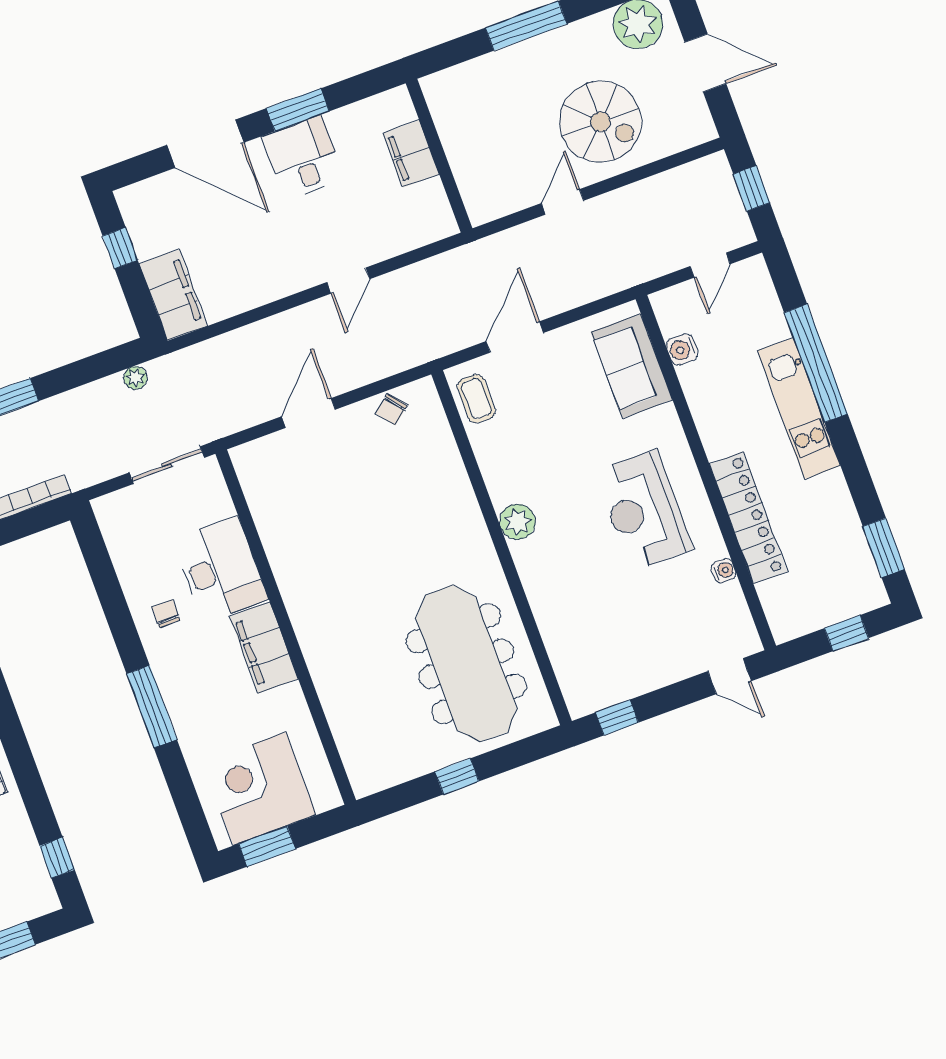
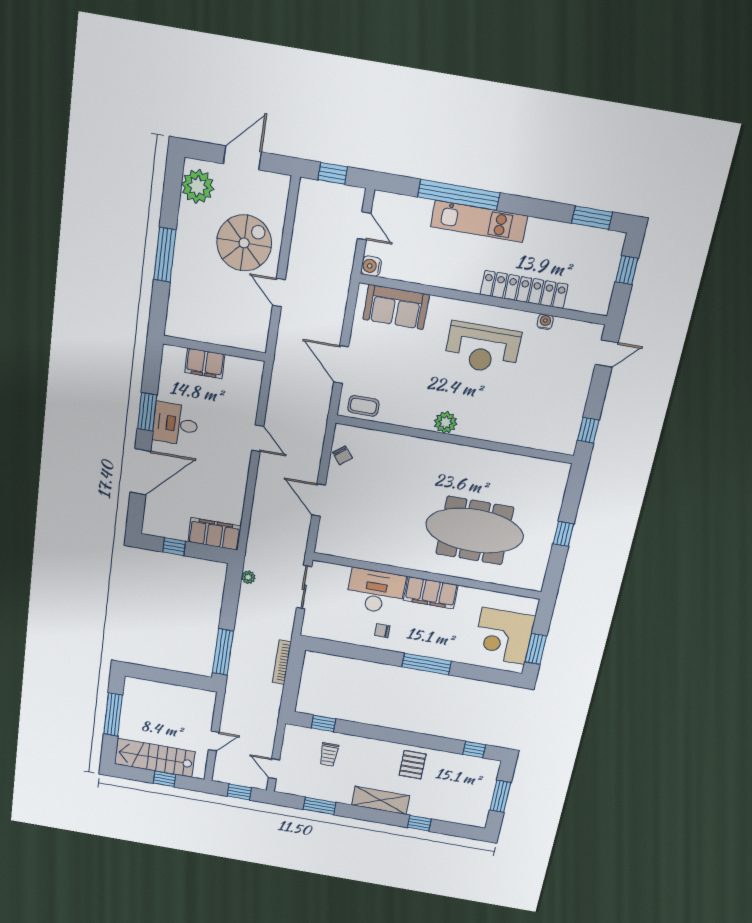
water cooler: (682, 349) -> (371, 266), moved, turned 90
meeting table: (466, 664) -> (475, 531), moved

